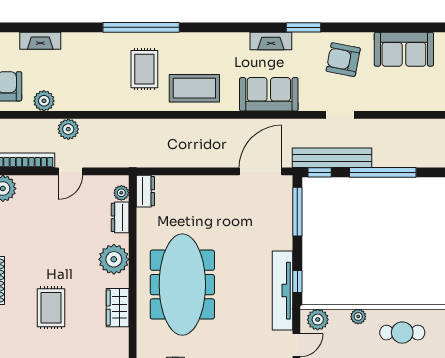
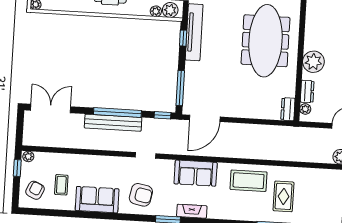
bench: (332, 158) -> (113, 123), moved
wardrobe: (118, 308) -> (313, 27), removed
plant: (358, 317) -> (156, 11), moved

